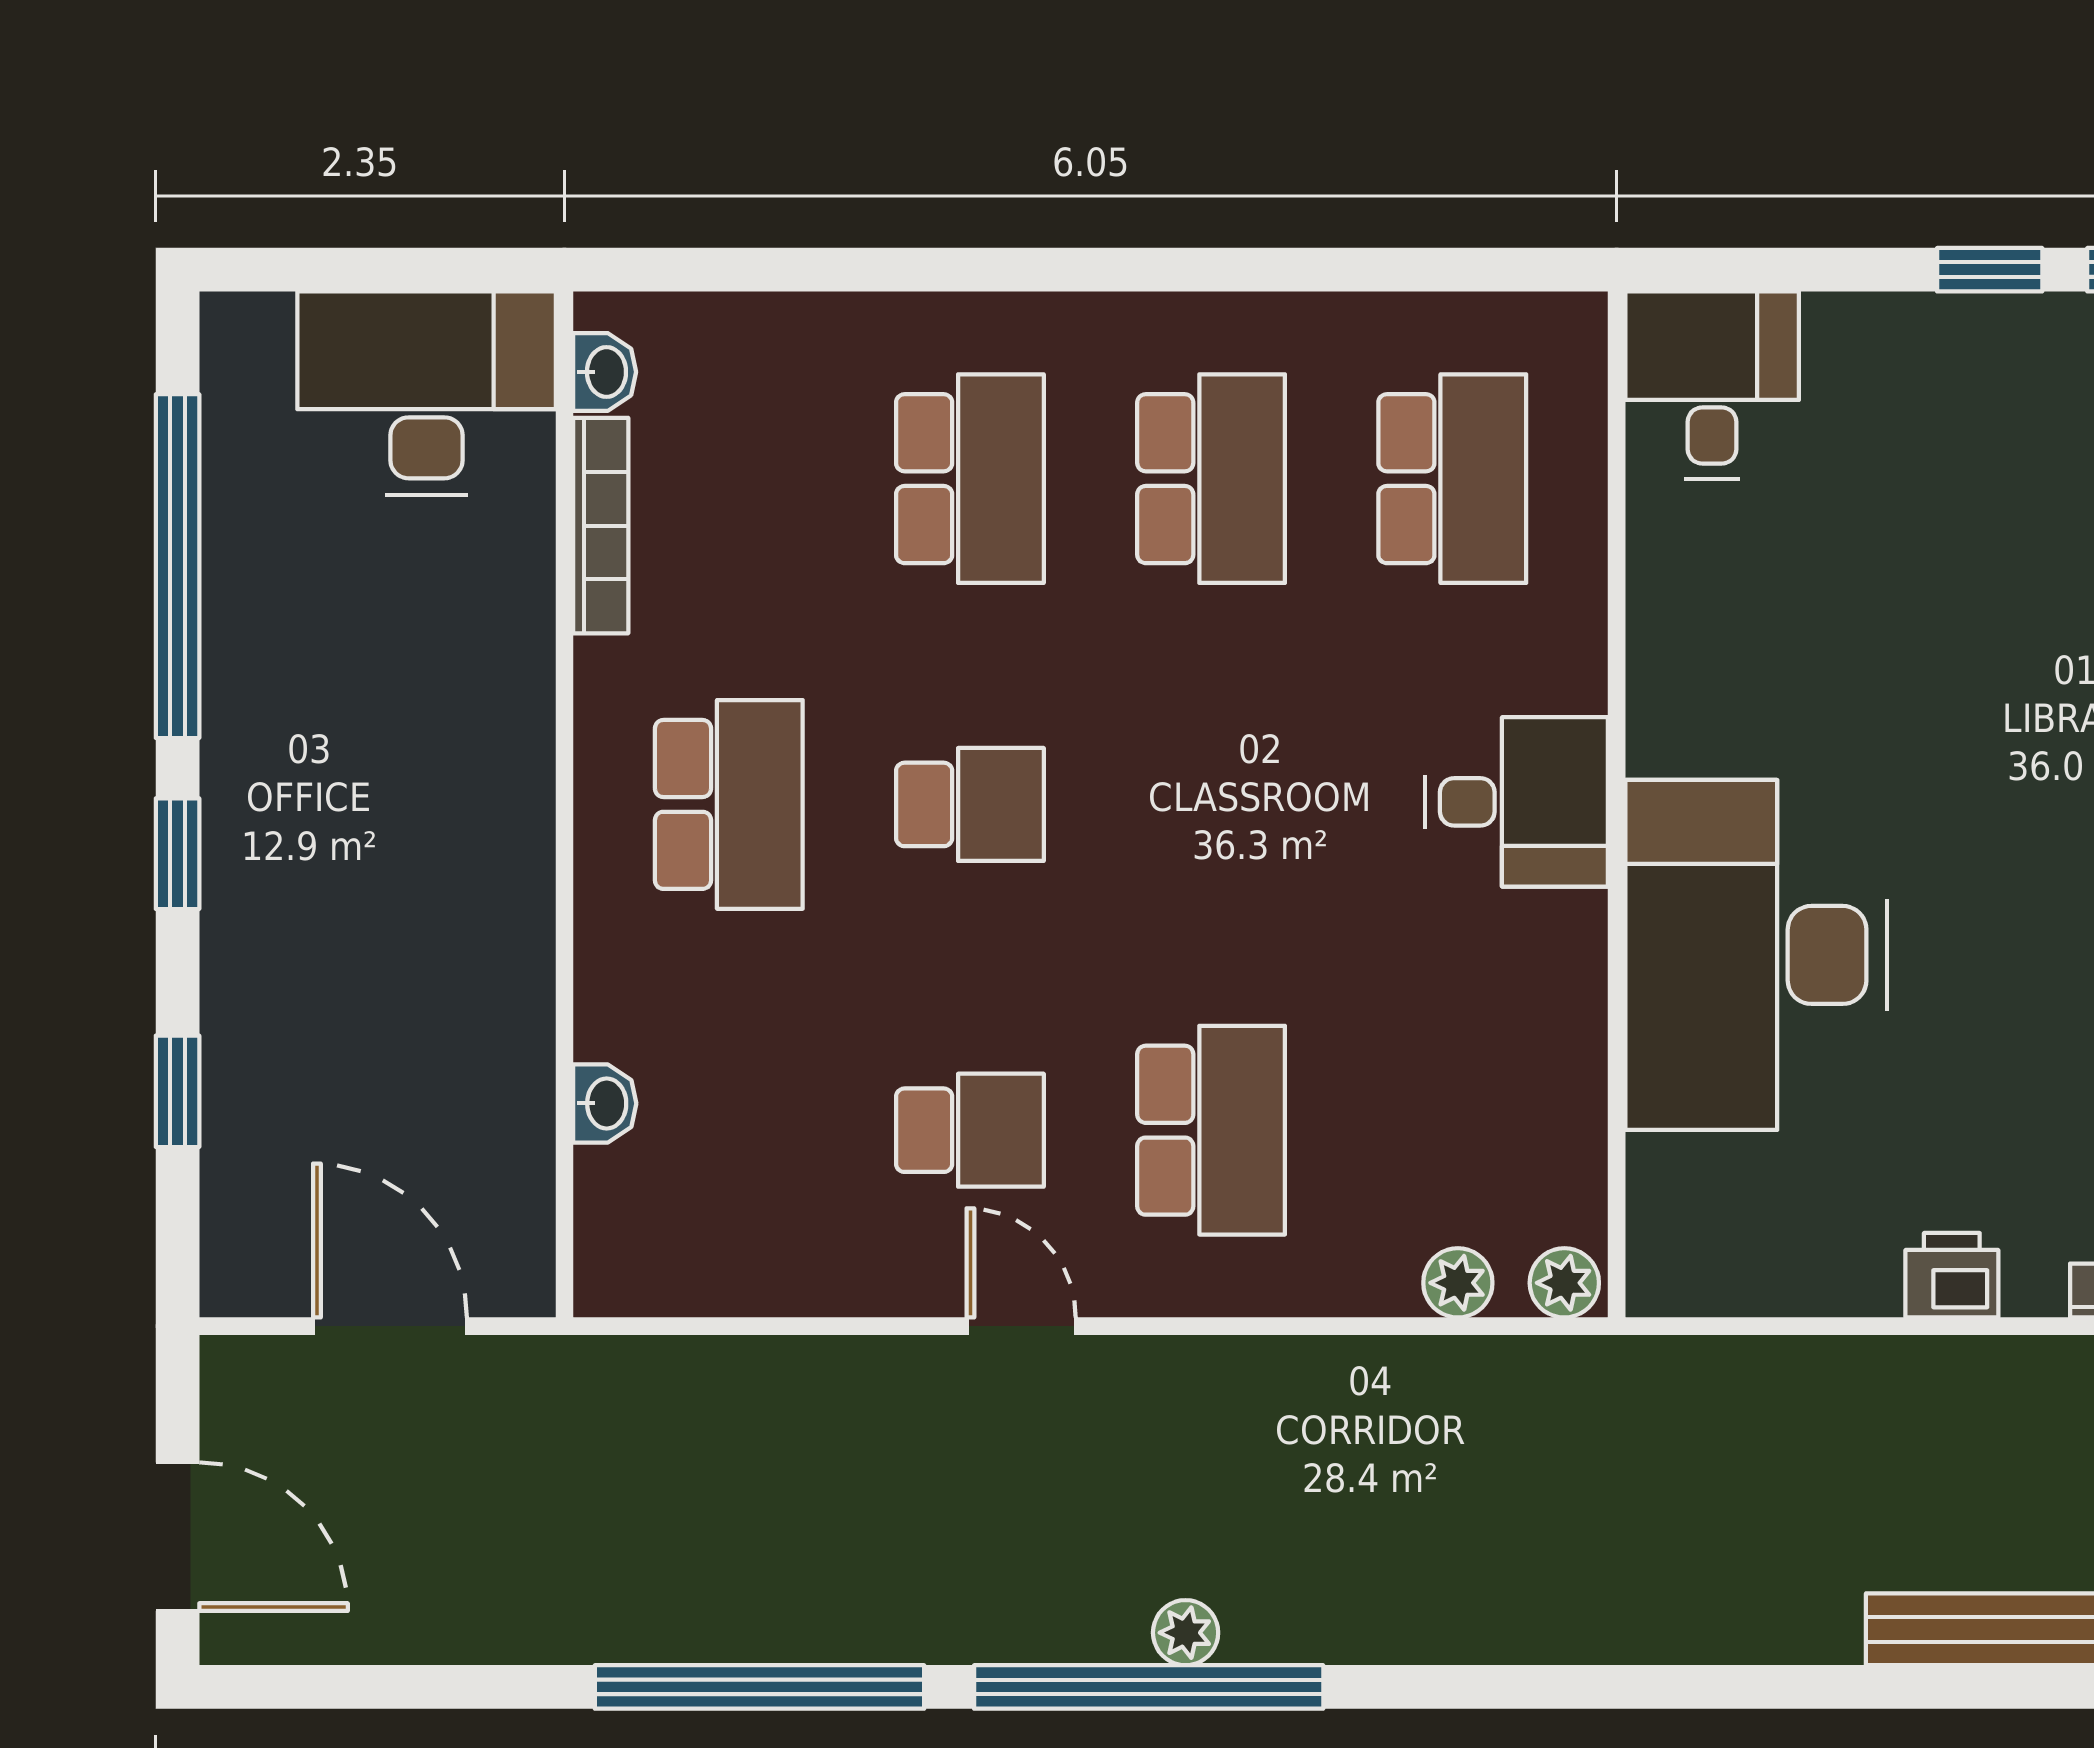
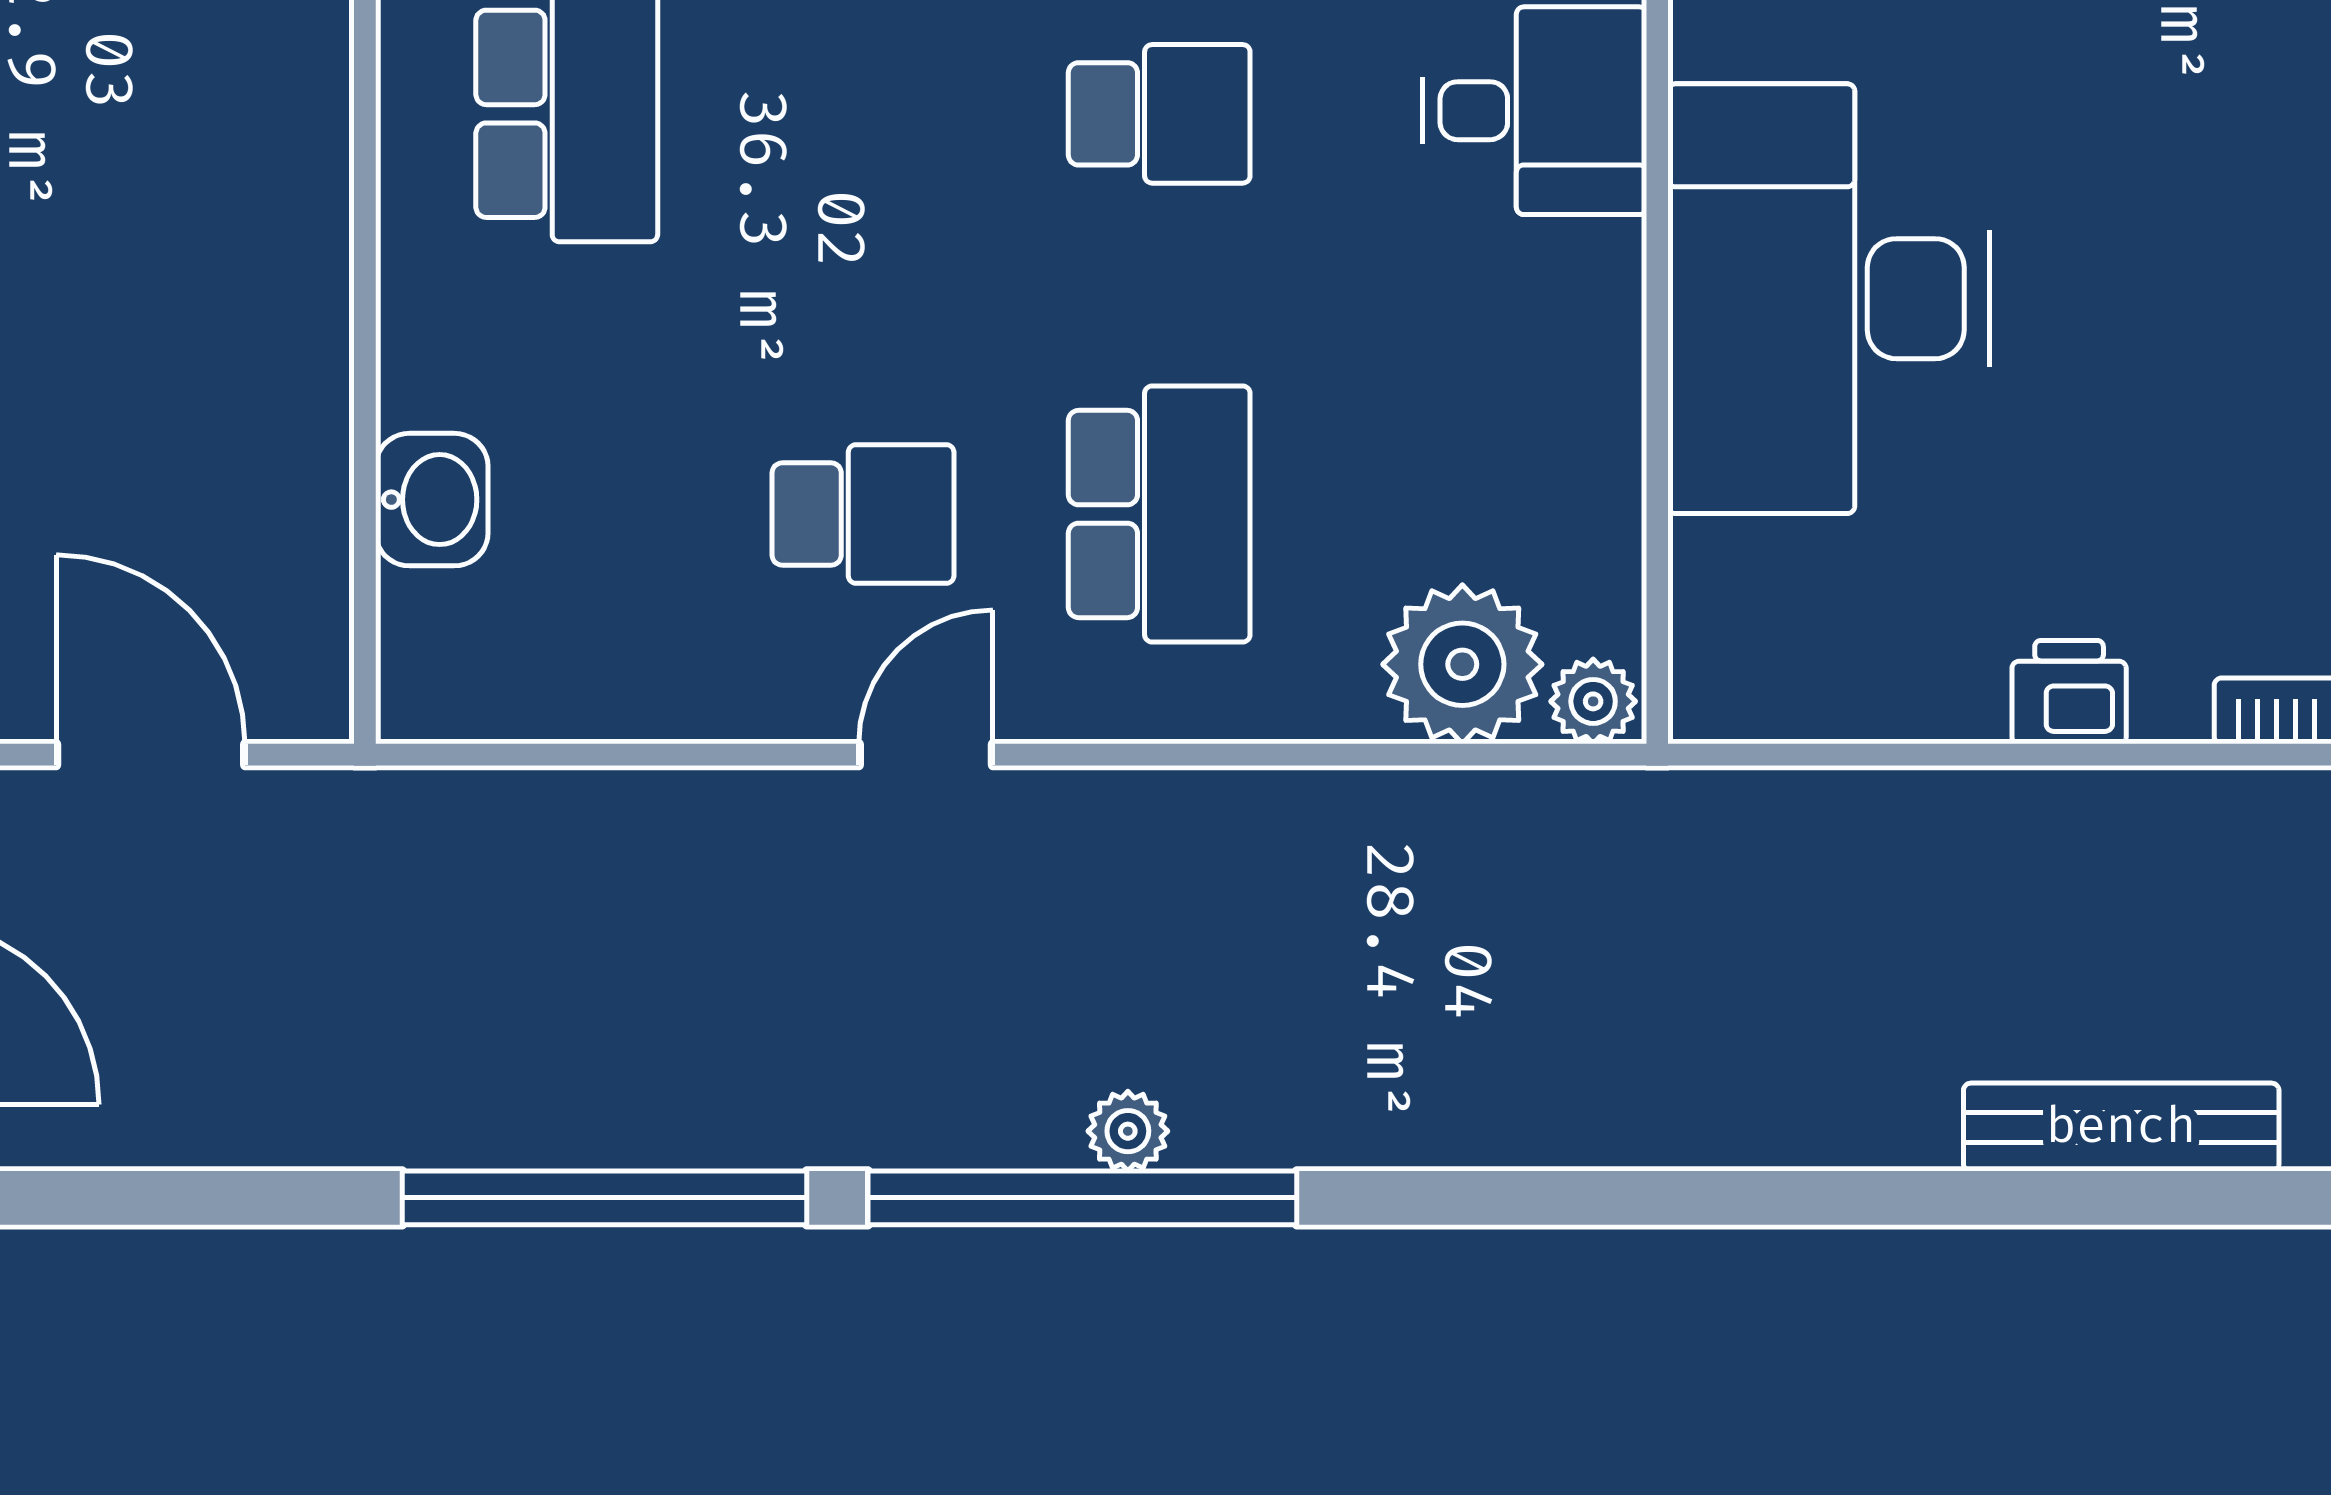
school desk: (970, 804) -> (1159, 114), moved
washbasin: (605, 1103) -> (432, 500), width x1.38, depth x1.45
plant: (1458, 1283) -> (1462, 664), width x1.88, depth x1.88
door: (1021, 1326) -> (926, 755), hinge flipped

